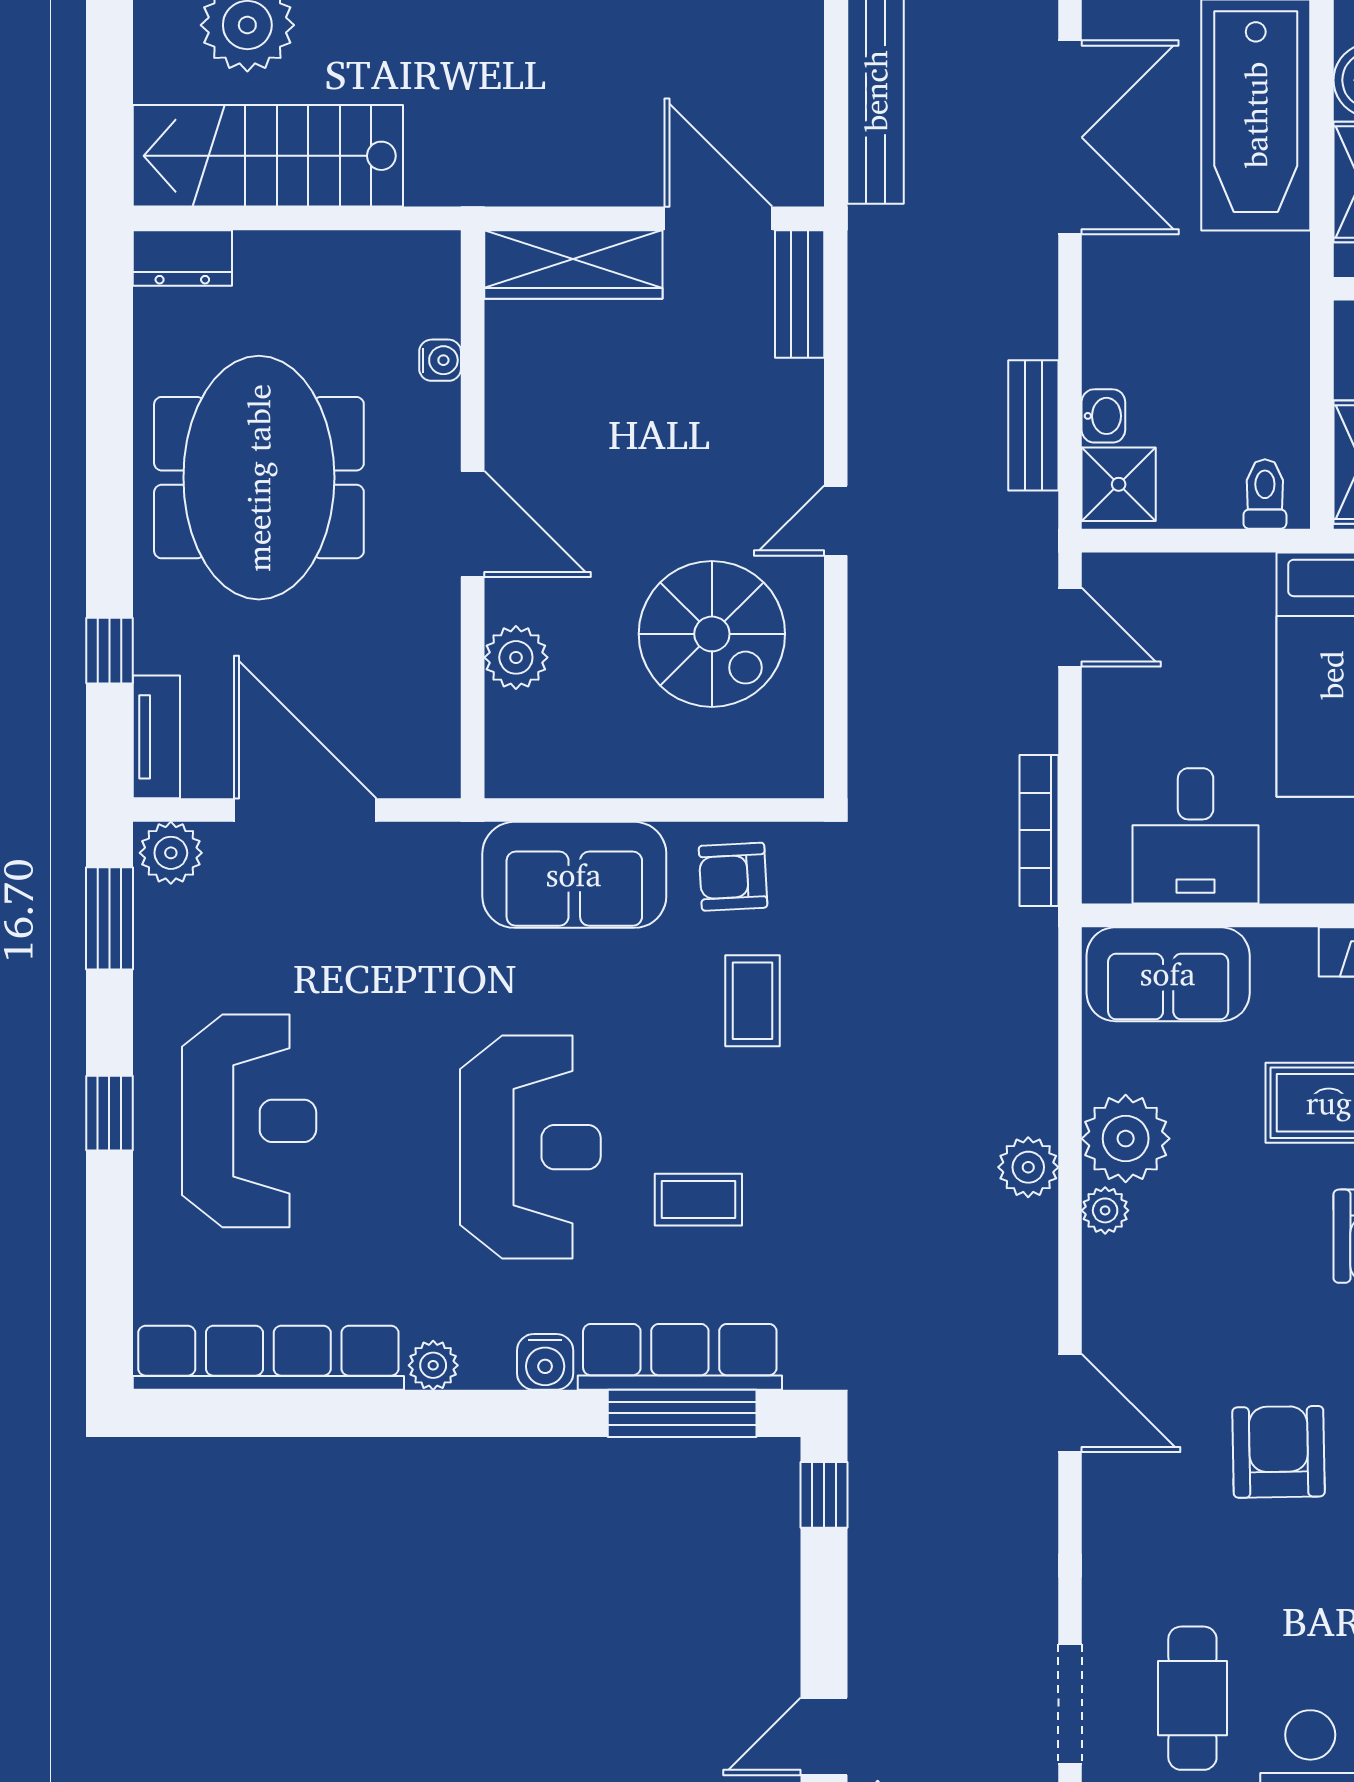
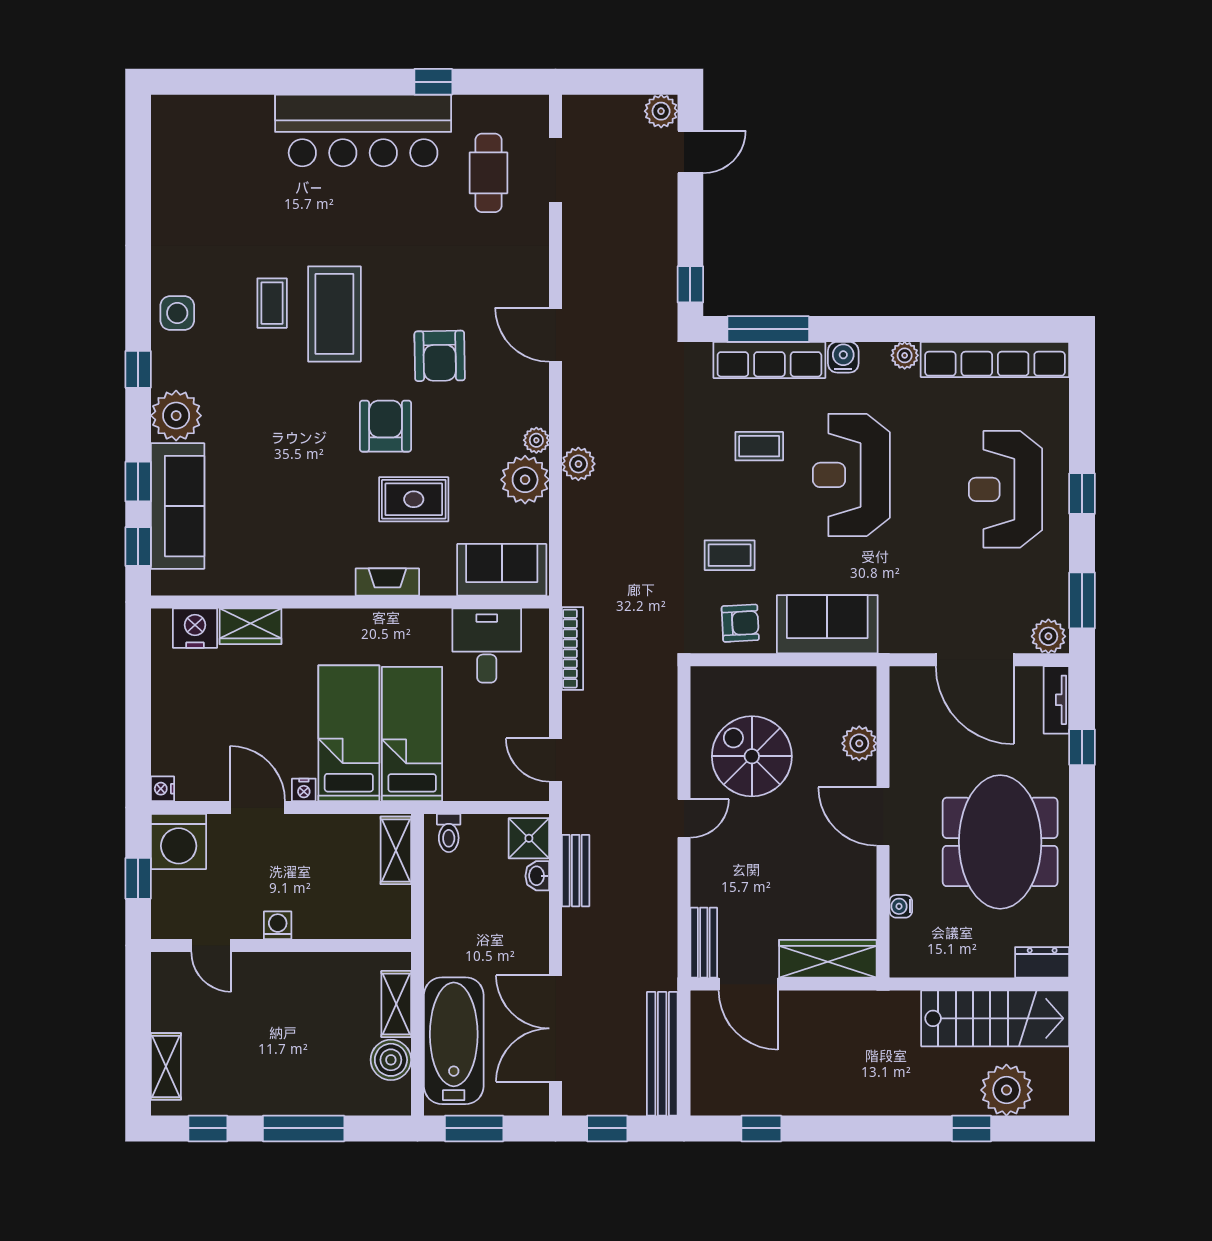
coffee table: (753, 1001) -> (730, 555), turned 90
armchair: (1279, 1452) -> (440, 356), moved

